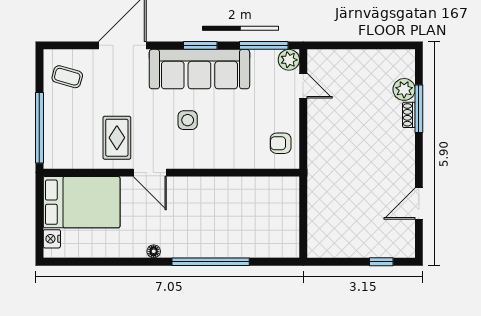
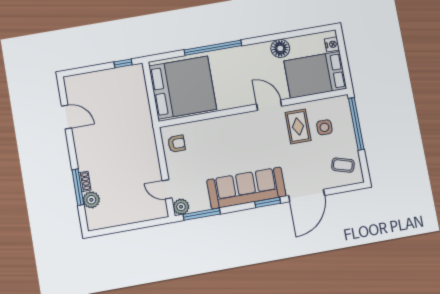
window: (200, 45) -> (268, 202), moved
side table: (188, 120) -> (324, 127), moved
door: (419, 204) -> (66, 117), hinge flipped
bed: (260, 216) -> (183, 88), added
floor lamp: (154, 251) -> (280, 48), moved, width x1.89, depth x1.89
window: (381, 262) -> (123, 63), moved

